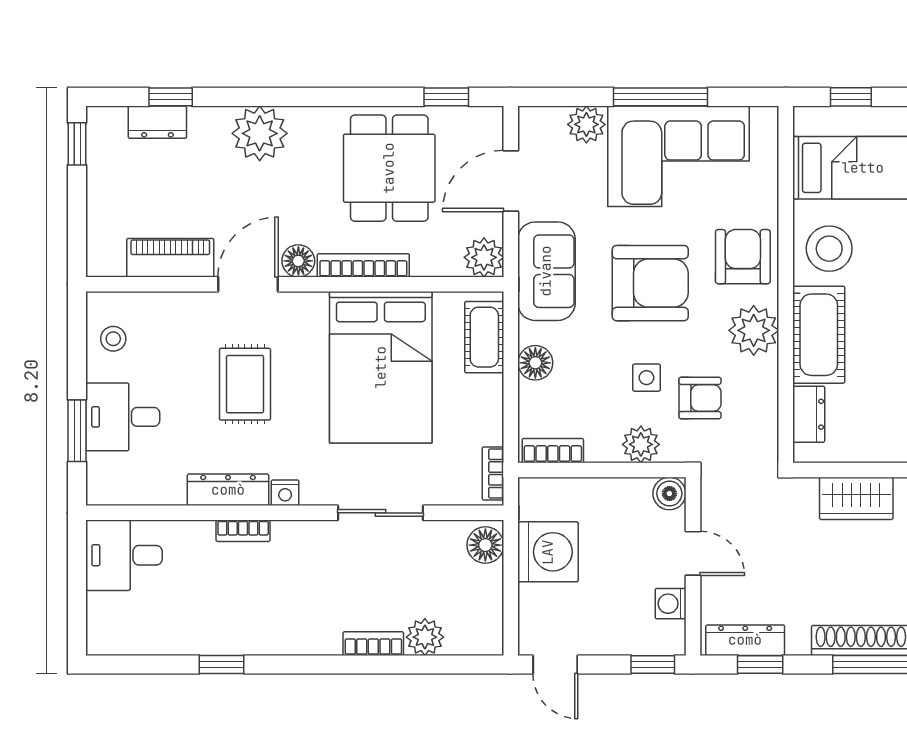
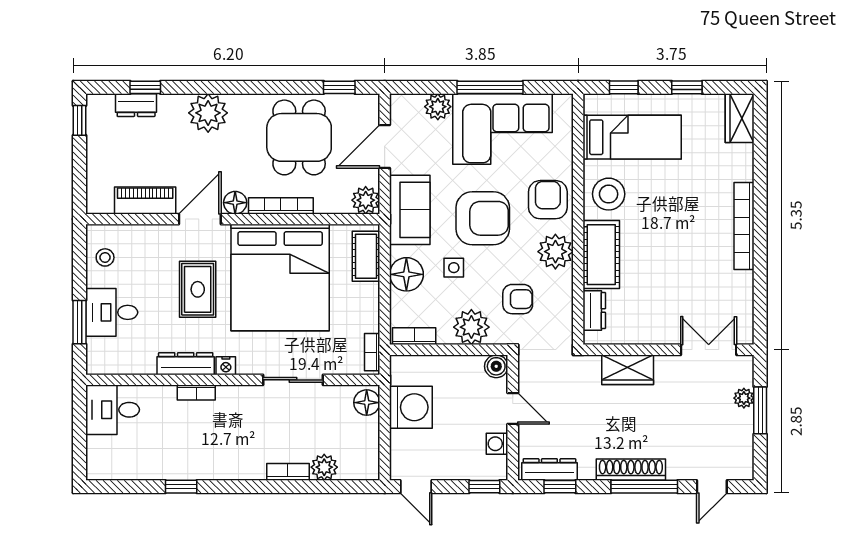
floor lamp: (535, 363) -> (406, 274), width x1.38, depth x1.38
bed: (381, 367) -> (280, 277), width x1.36
side table: (646, 378) -> (454, 268), moved
plant: (641, 444) -> (471, 327), width x1.36, depth x1.36

